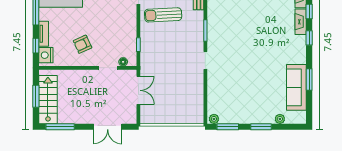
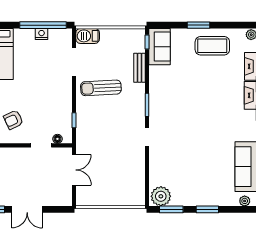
plant: (214, 119) -> (161, 196), width x1.88, depth x1.88
plant: (280, 119) -> (245, 201), moved
double door: (108, 127) -> (27, 209), moved

